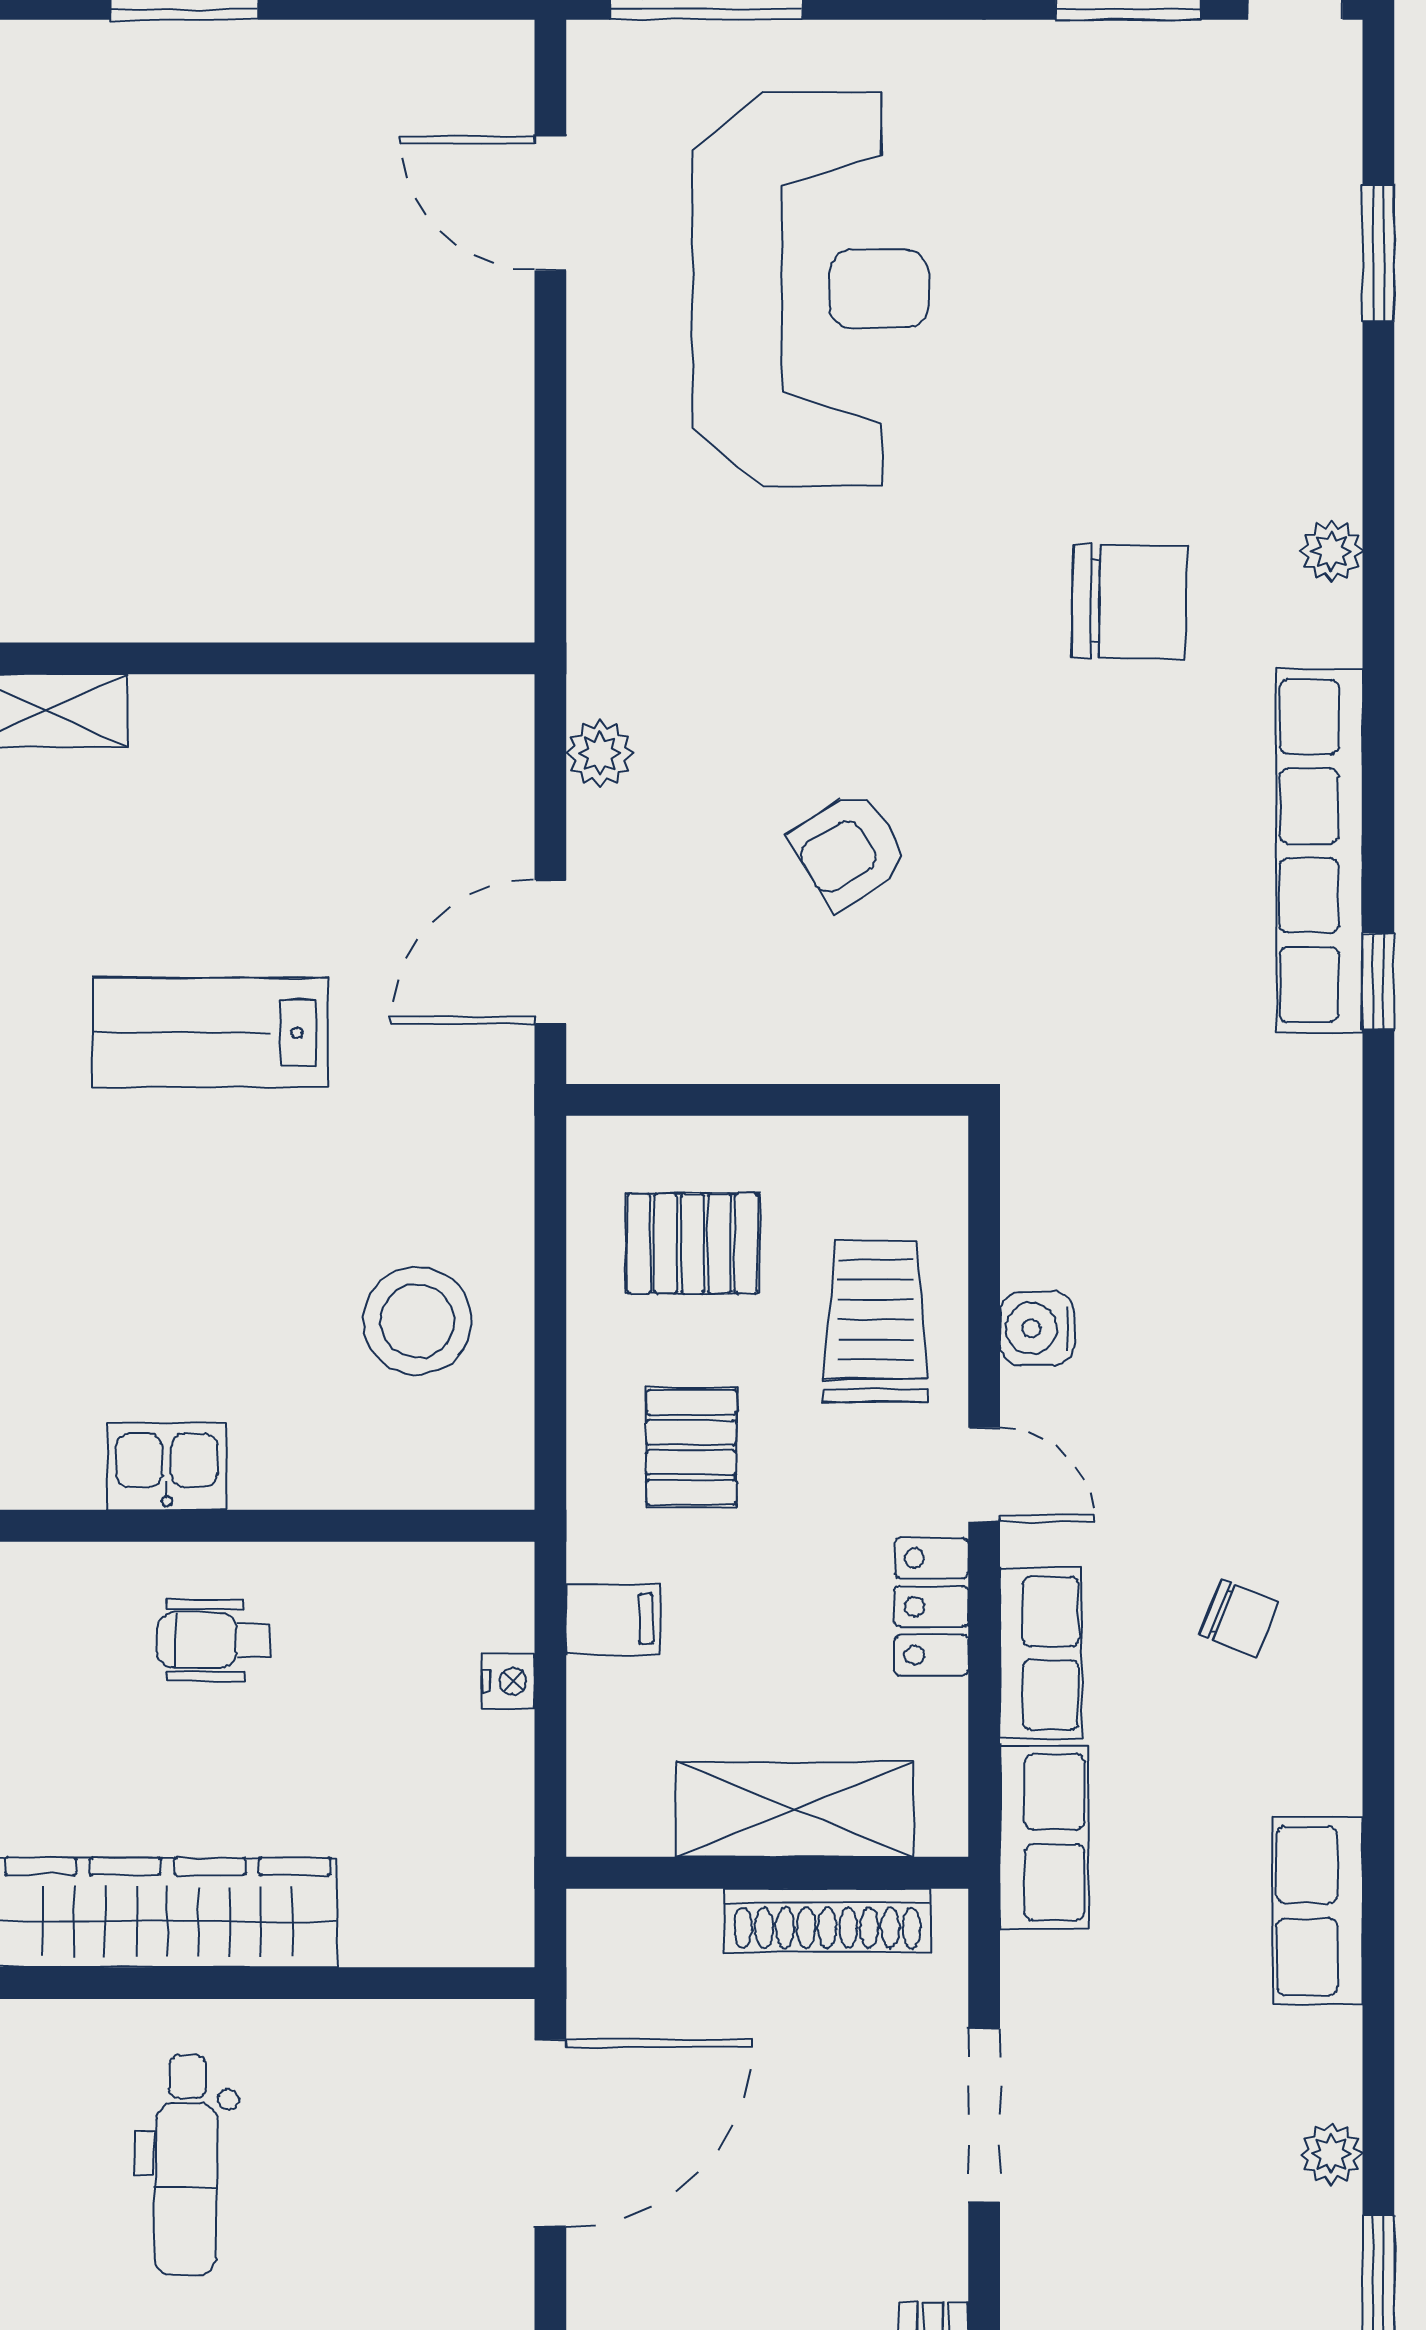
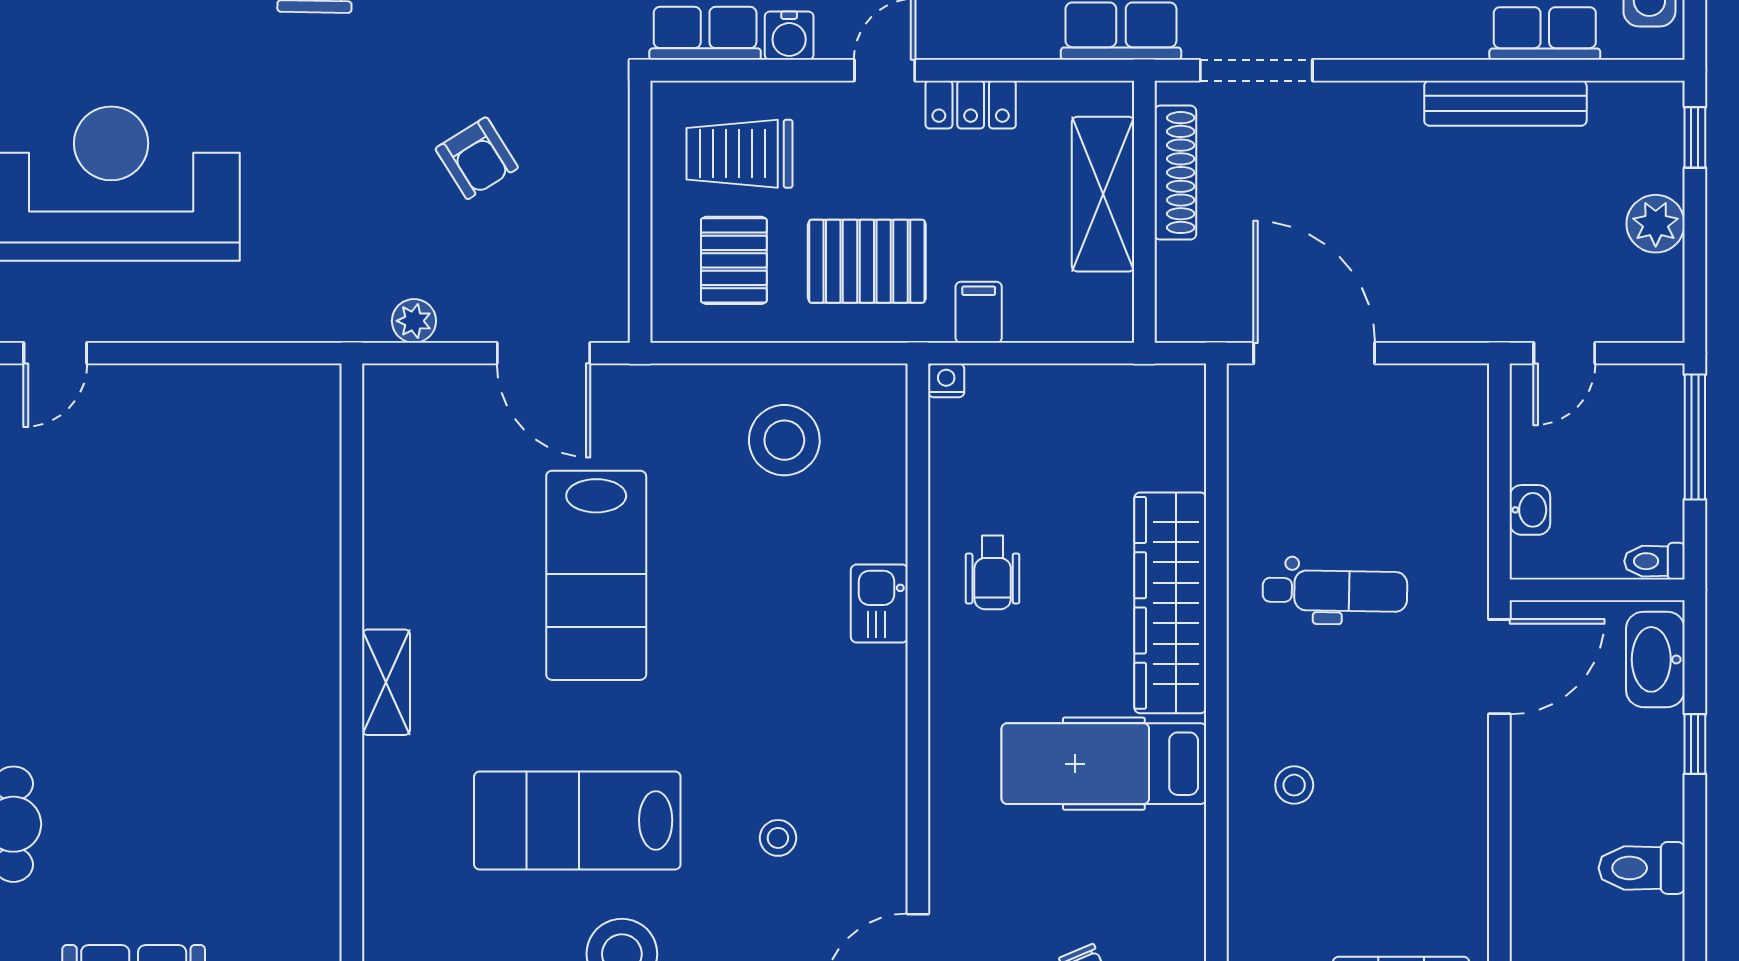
door: (550, 204) -> (55, 353), width x0.73
lab bench: (210, 1033) -> (596, 575), width x1.36, depth x1.39
trolley: (875, 1321) -> (739, 154), moved
pallet: (691, 1447) -> (867, 261), width x1.50, depth x1.42
row of seats: (1041, 1653) -> (705, 33), moved
nightstand: (509, 1681) -> (946, 380), moved
doorway: (984, 2115) -> (1256, 70), moved

